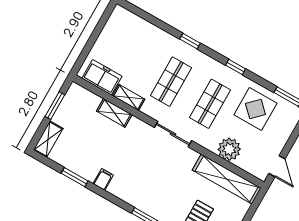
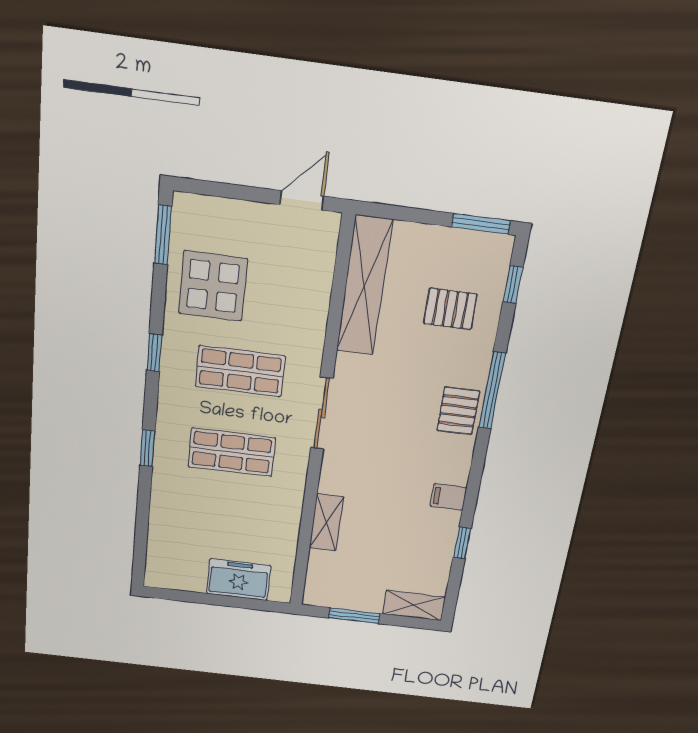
freezer: (102, 77) -> (239, 580), moved, turned 90
shelving: (129, 97) -> (290, 510), removed
plant: (229, 149) -> (307, 304), removed
window: (75, 177) -> (462, 543), width x0.67
pallet: (147, 201) -> (458, 411), added

